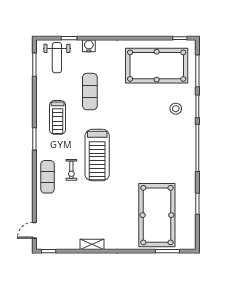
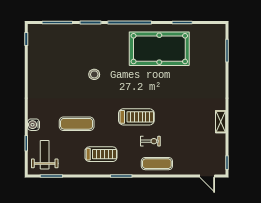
weight bench: (57, 58) -> (45, 155), turned -90
pool table: (157, 66) -> (52, 61), removed
stool: (176, 109) -> (94, 74), moved
treadmill: (97, 155) -> (136, 117), width x0.73, depth x0.73
pool table: (157, 215) -> (159, 49), moved

